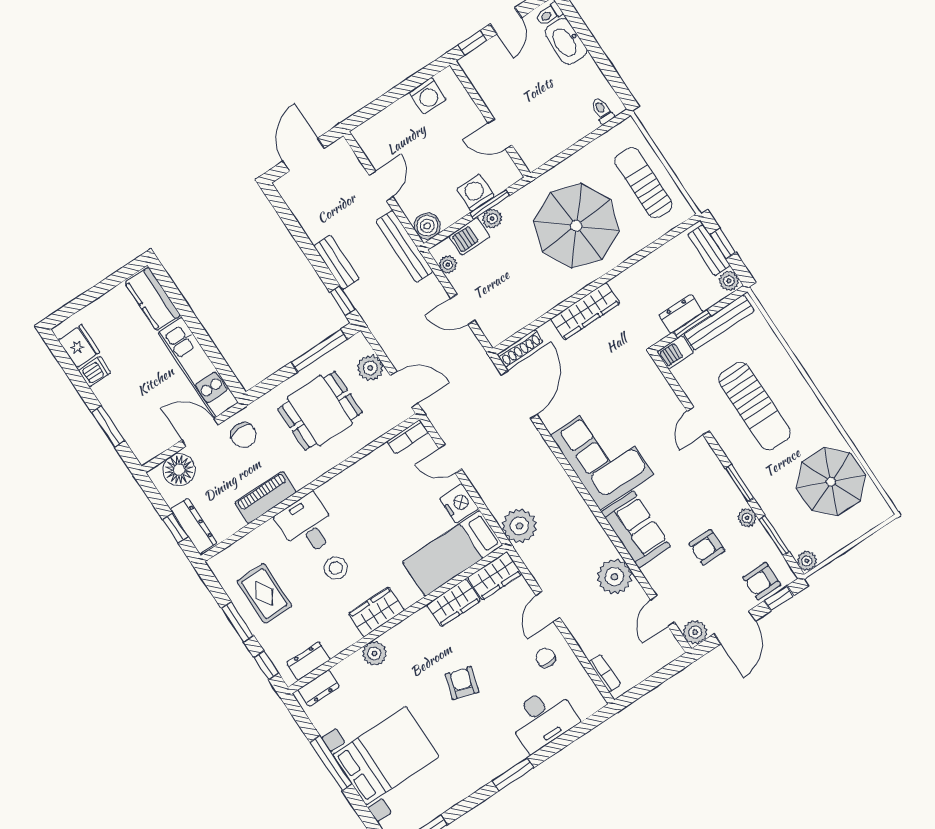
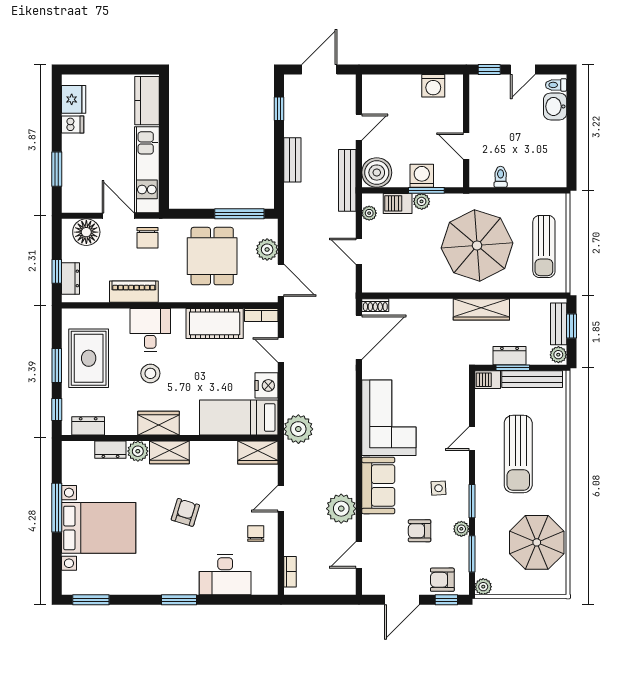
washbasin: (566, 41) -> (555, 106), width x0.72
toilet: (602, 111) -> (501, 177), moved
sun lounger: (643, 183) -> (544, 247), turned 180
boiler: (427, 226) -> (377, 173), width x1.37, depth x1.37
window: (343, 301) -> (279, 109), moved
wardrobe: (585, 311) -> (481, 309), moved
shoe rack: (520, 348) -> (375, 305), width x0.70
dining table: (320, 411) -> (212, 256), turned 90
cot: (367, 476) -> (215, 323), added
side table: (698, 492) -> (439, 488), added
dresser: (194, 526) -> (70, 278), width x0.70
rug: (264, 593) -> (89, 358), width x1.36, depth x1.43
wardrobe: (454, 603) -> (169, 452), moved
plant: (695, 632) -> (372, 585), removed
dresser: (319, 688) -> (110, 450), moved

